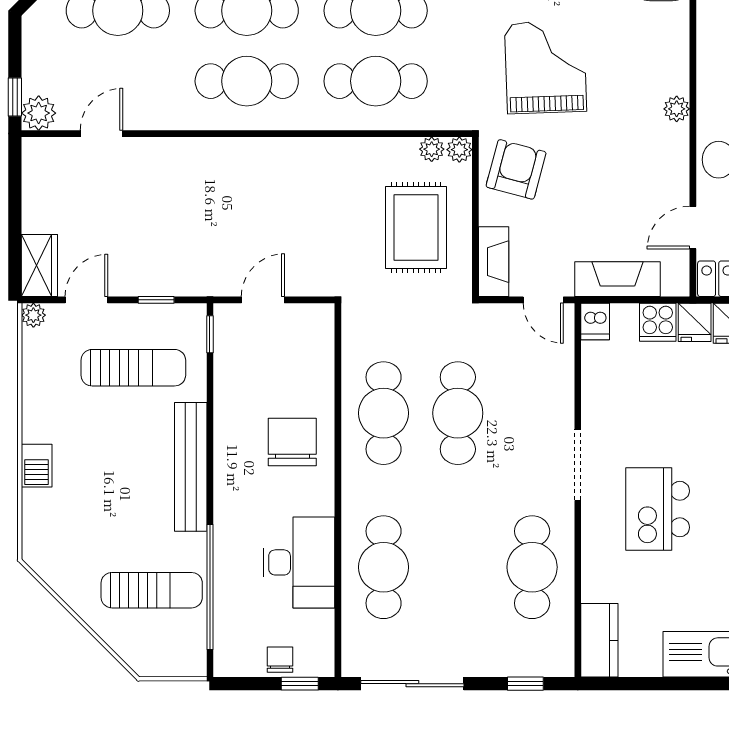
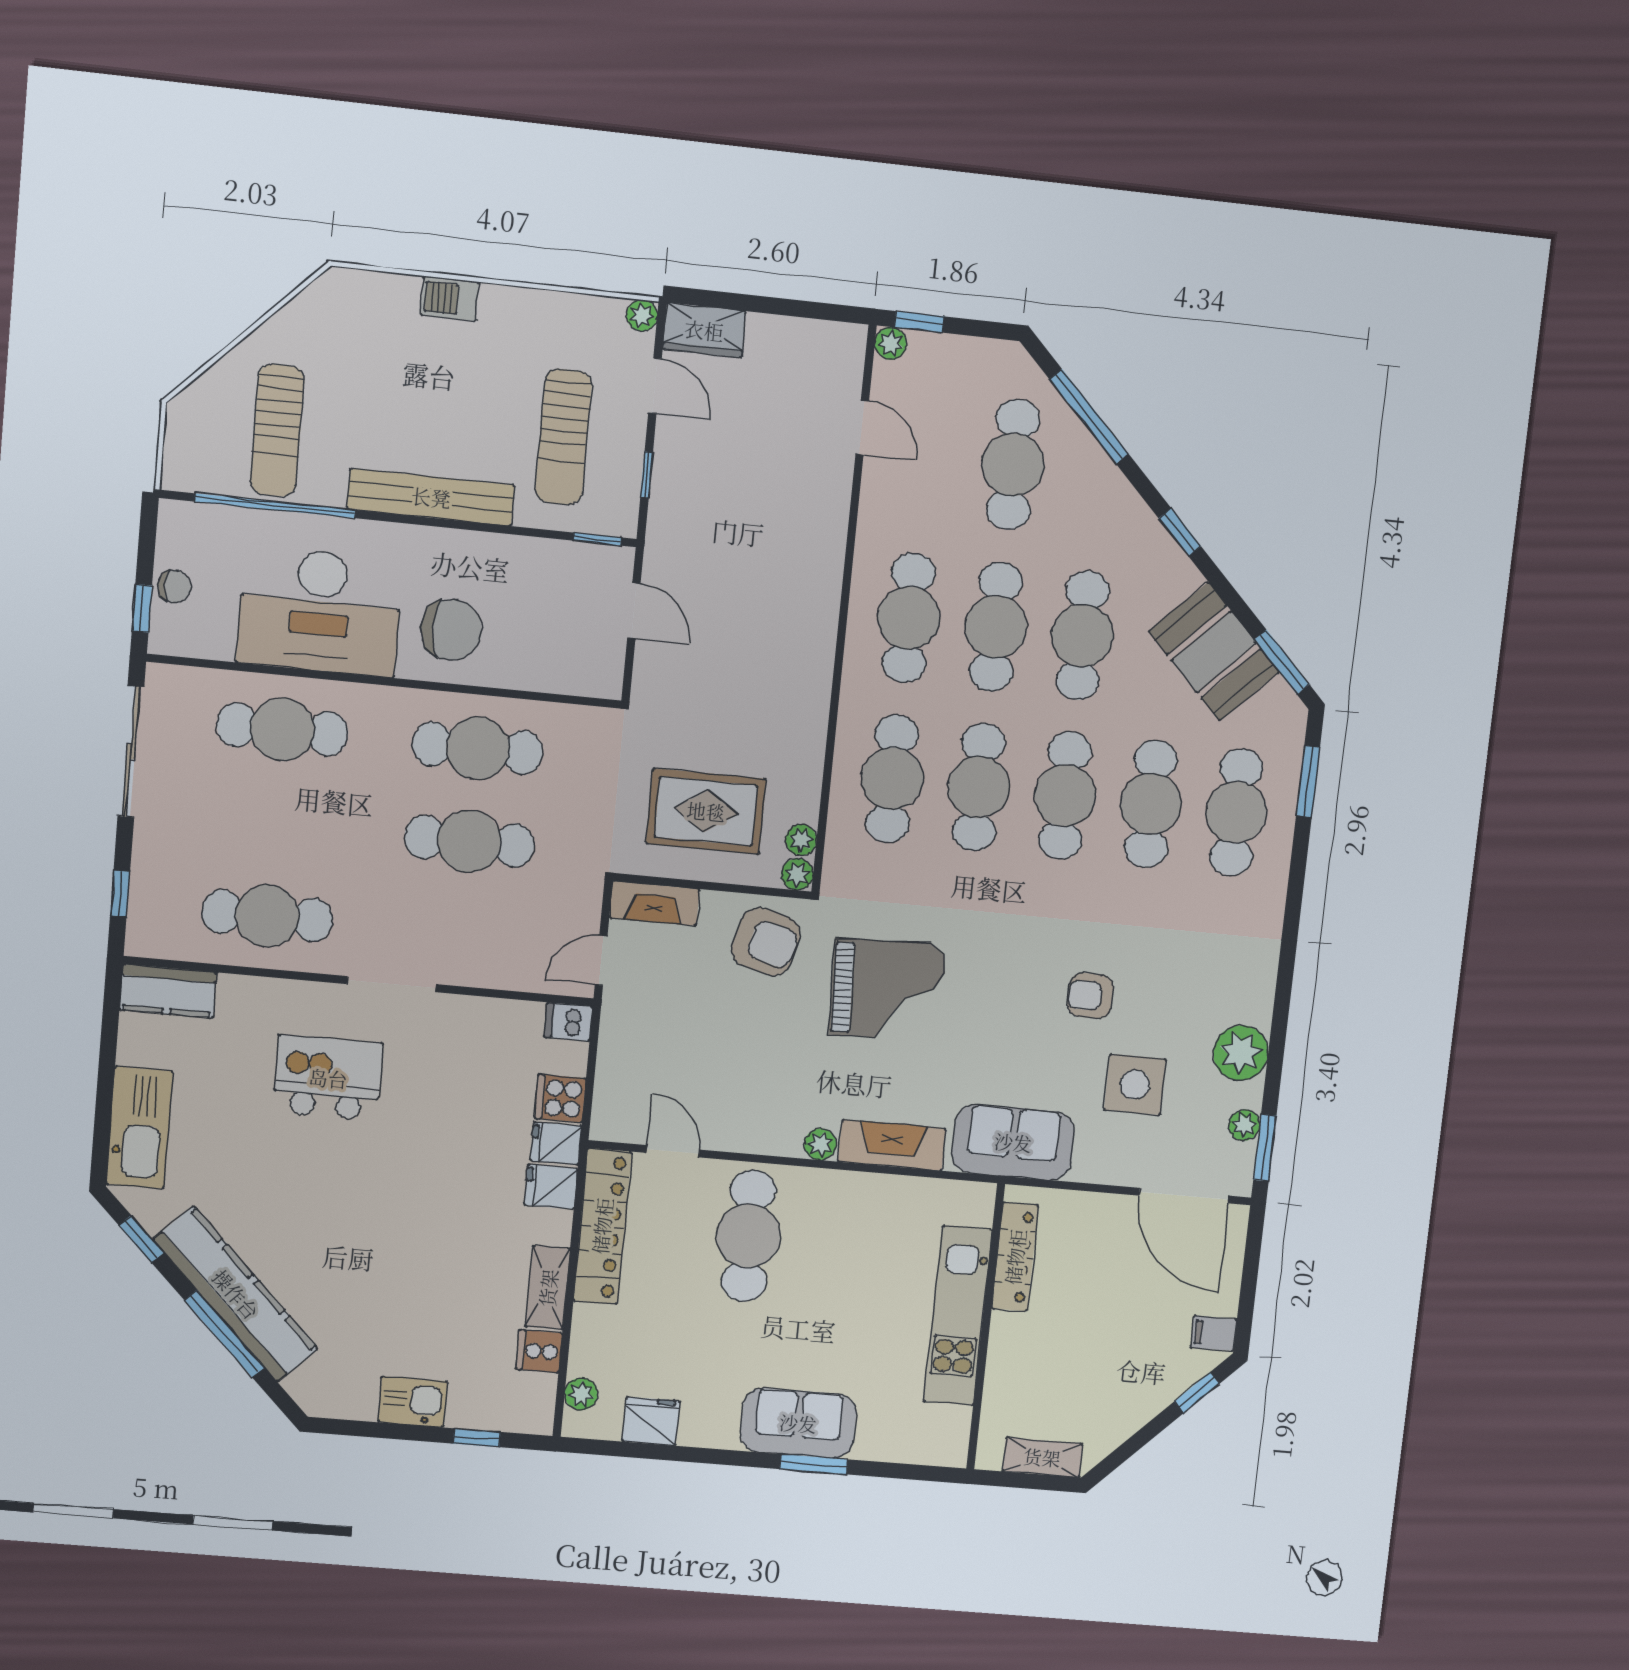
plant: (39, 113) -> (891, 343), width x0.73, depth x0.73
fireplace: (618, 279) -> (892, 1145), moved, turned -90
desk: (299, 562) -> (320, 611), width x1.36, depth x1.30

